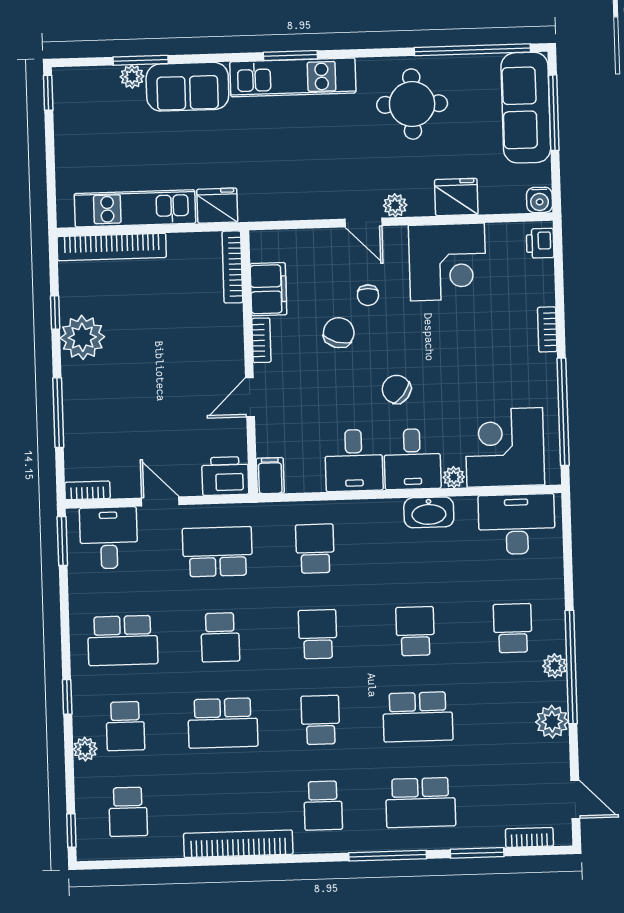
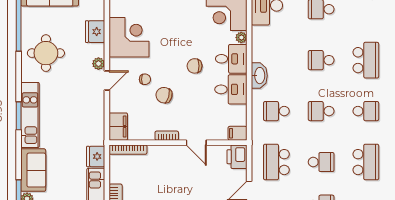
filing cabinet: (268, 289) -> (118, 127), moved, turned 90
chair: (396, 389) -> (195, 66), turned 52
washbasin: (429, 512) -> (259, 76), moved
school desk: (320, 720) -> (366, 111), turned 180

